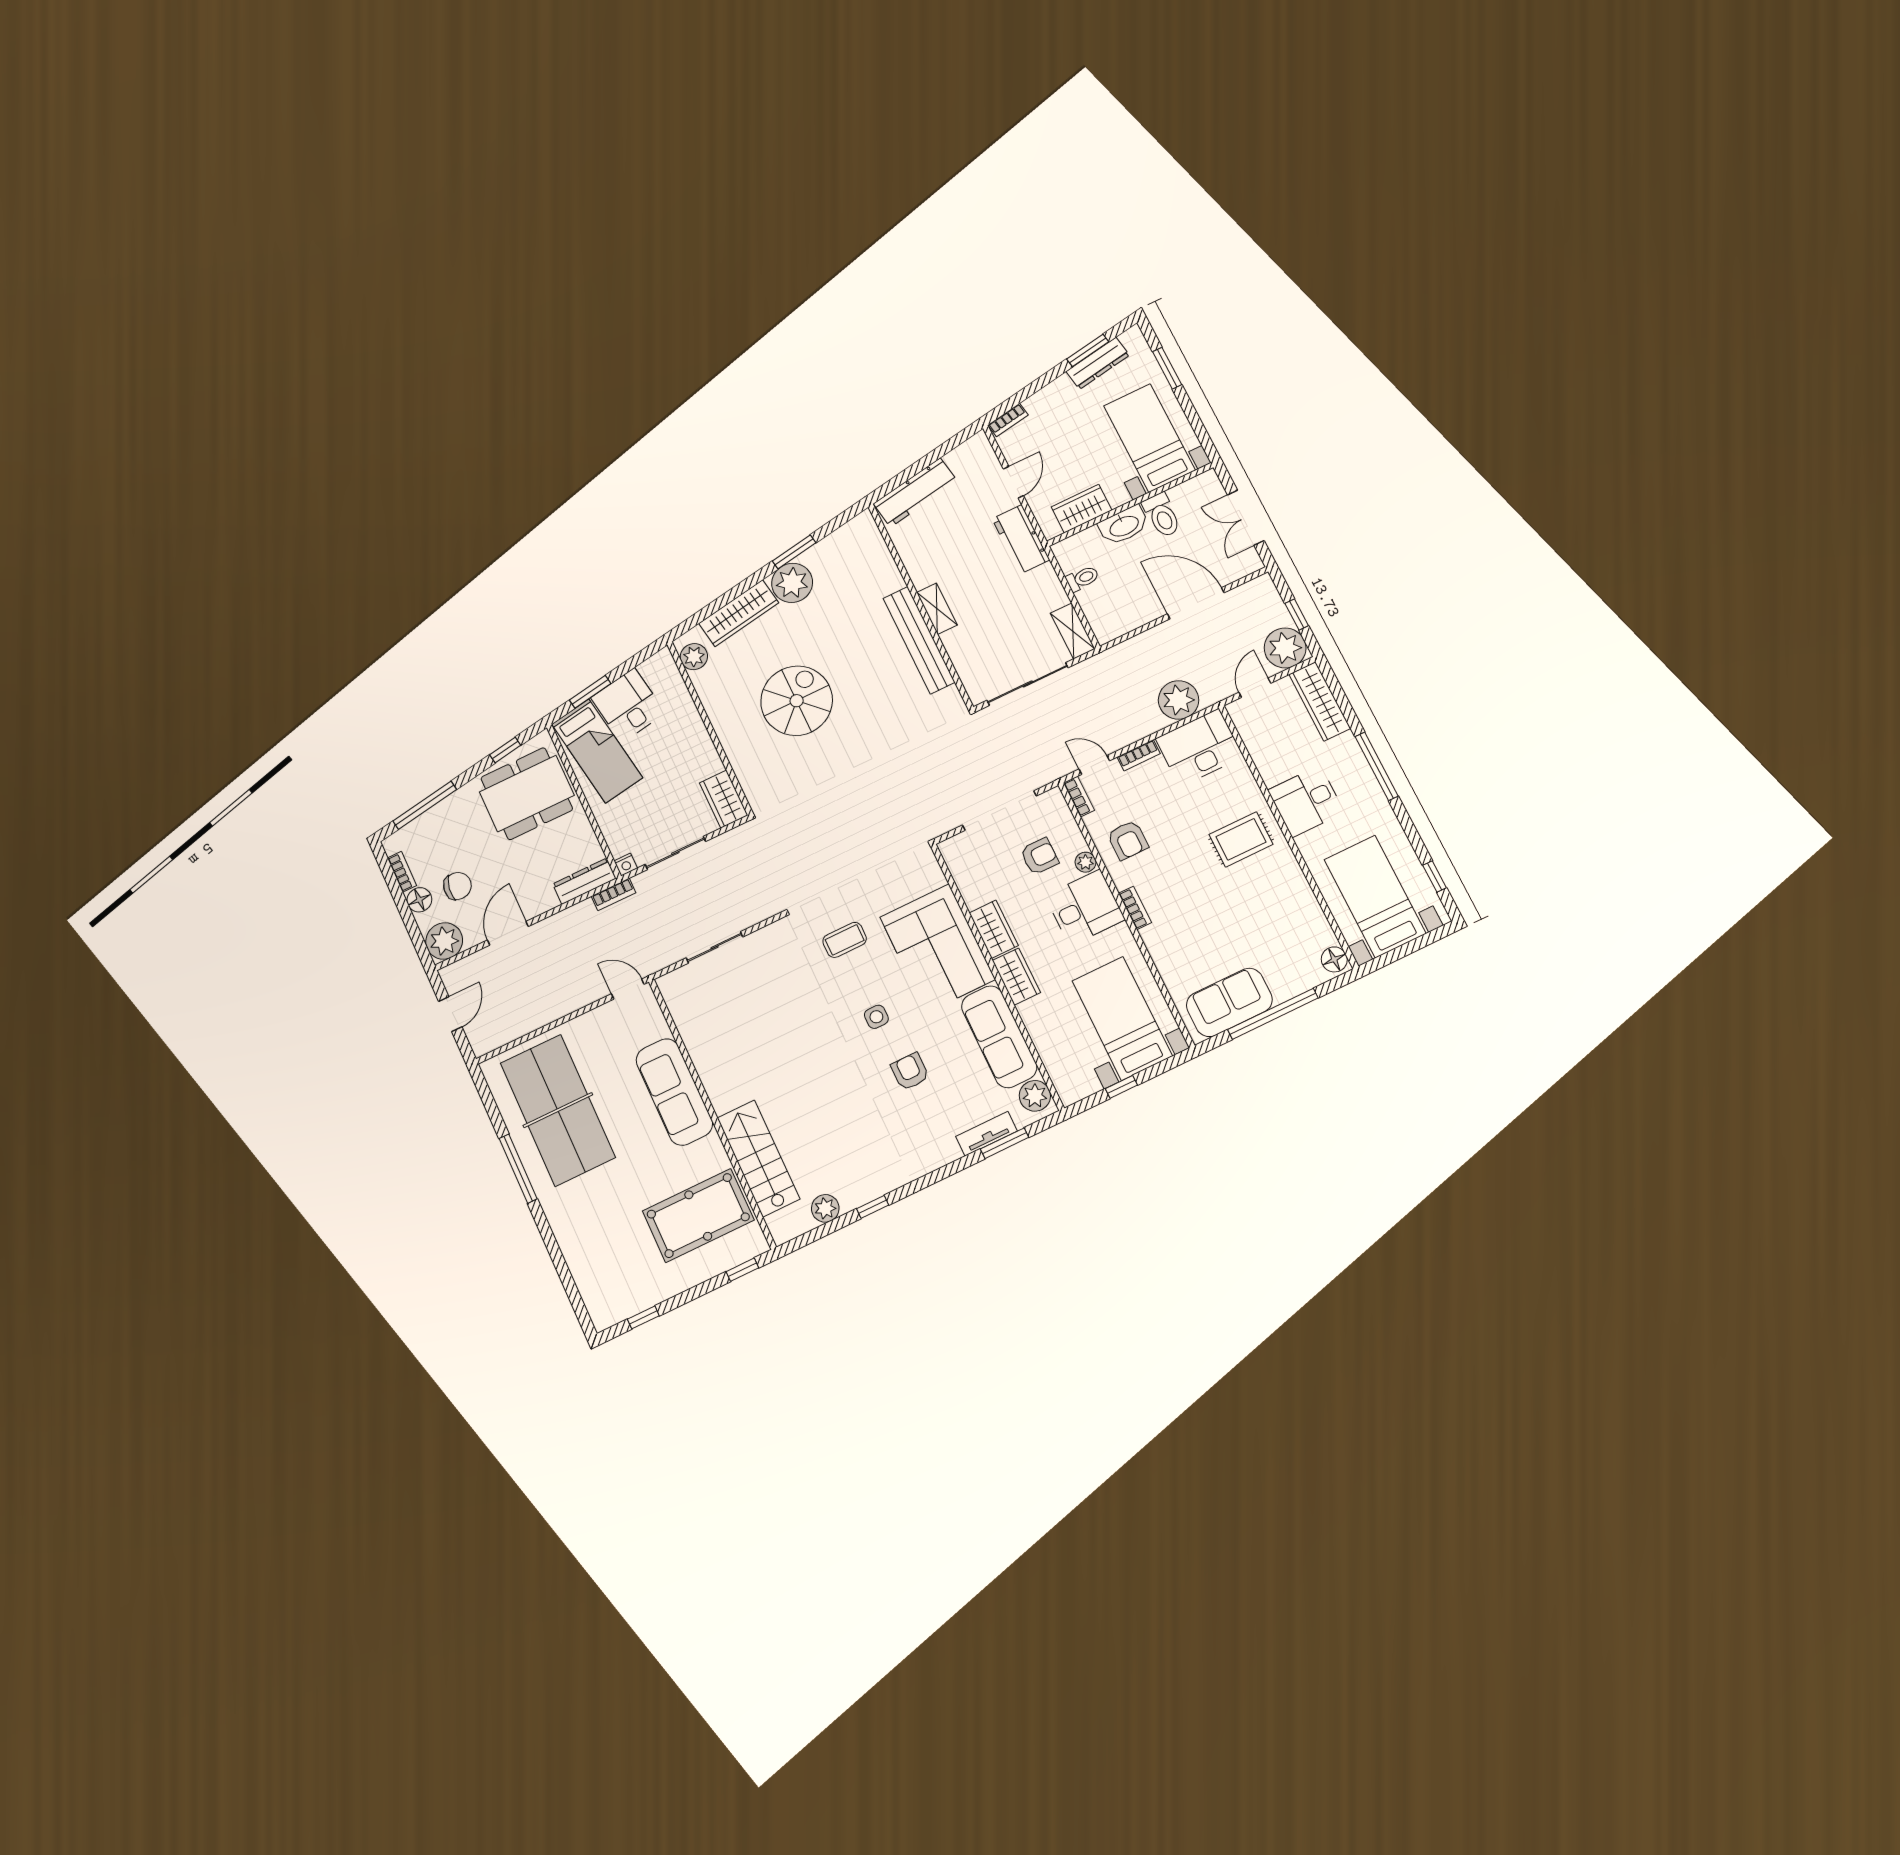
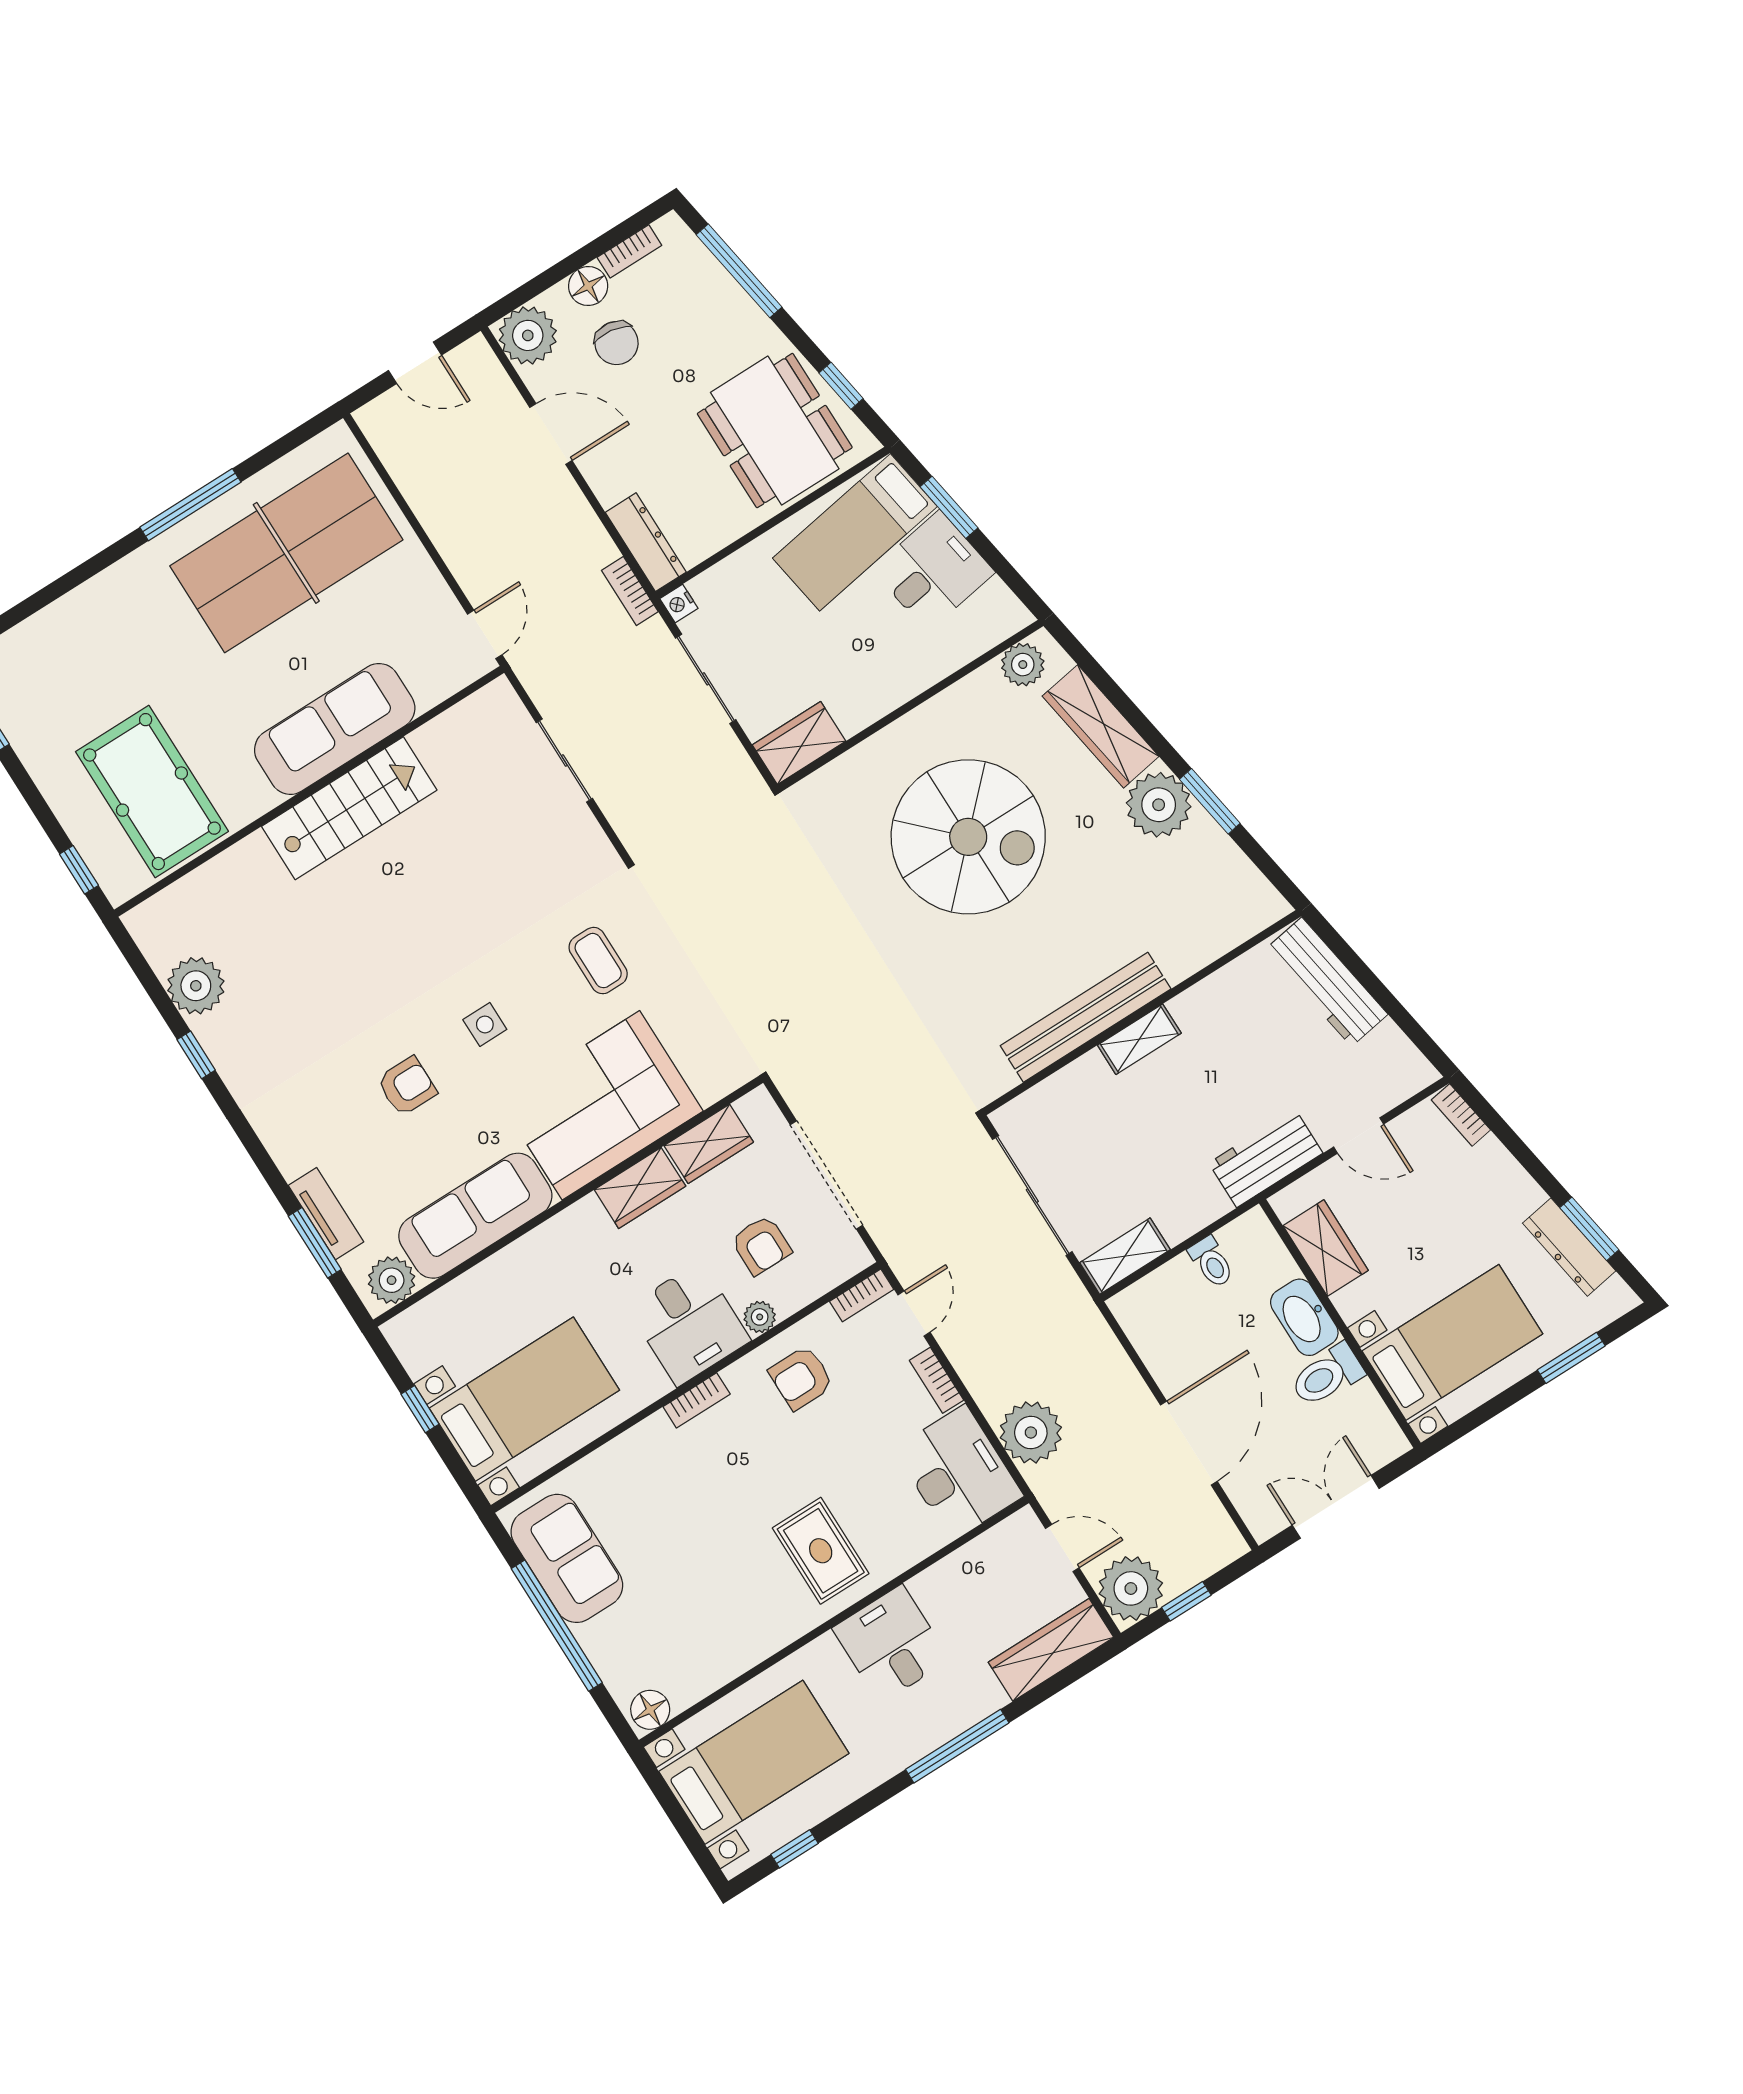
spiral stairs: (797, 701) -> (968, 837), width x1.37, depth x1.37
wardrobe: (1016, 977) -> (709, 1144), moved
stairs: (758, 1158) -> (349, 808), moved
plant: (825, 1208) -> (196, 986), width x1.36, depth x1.36

